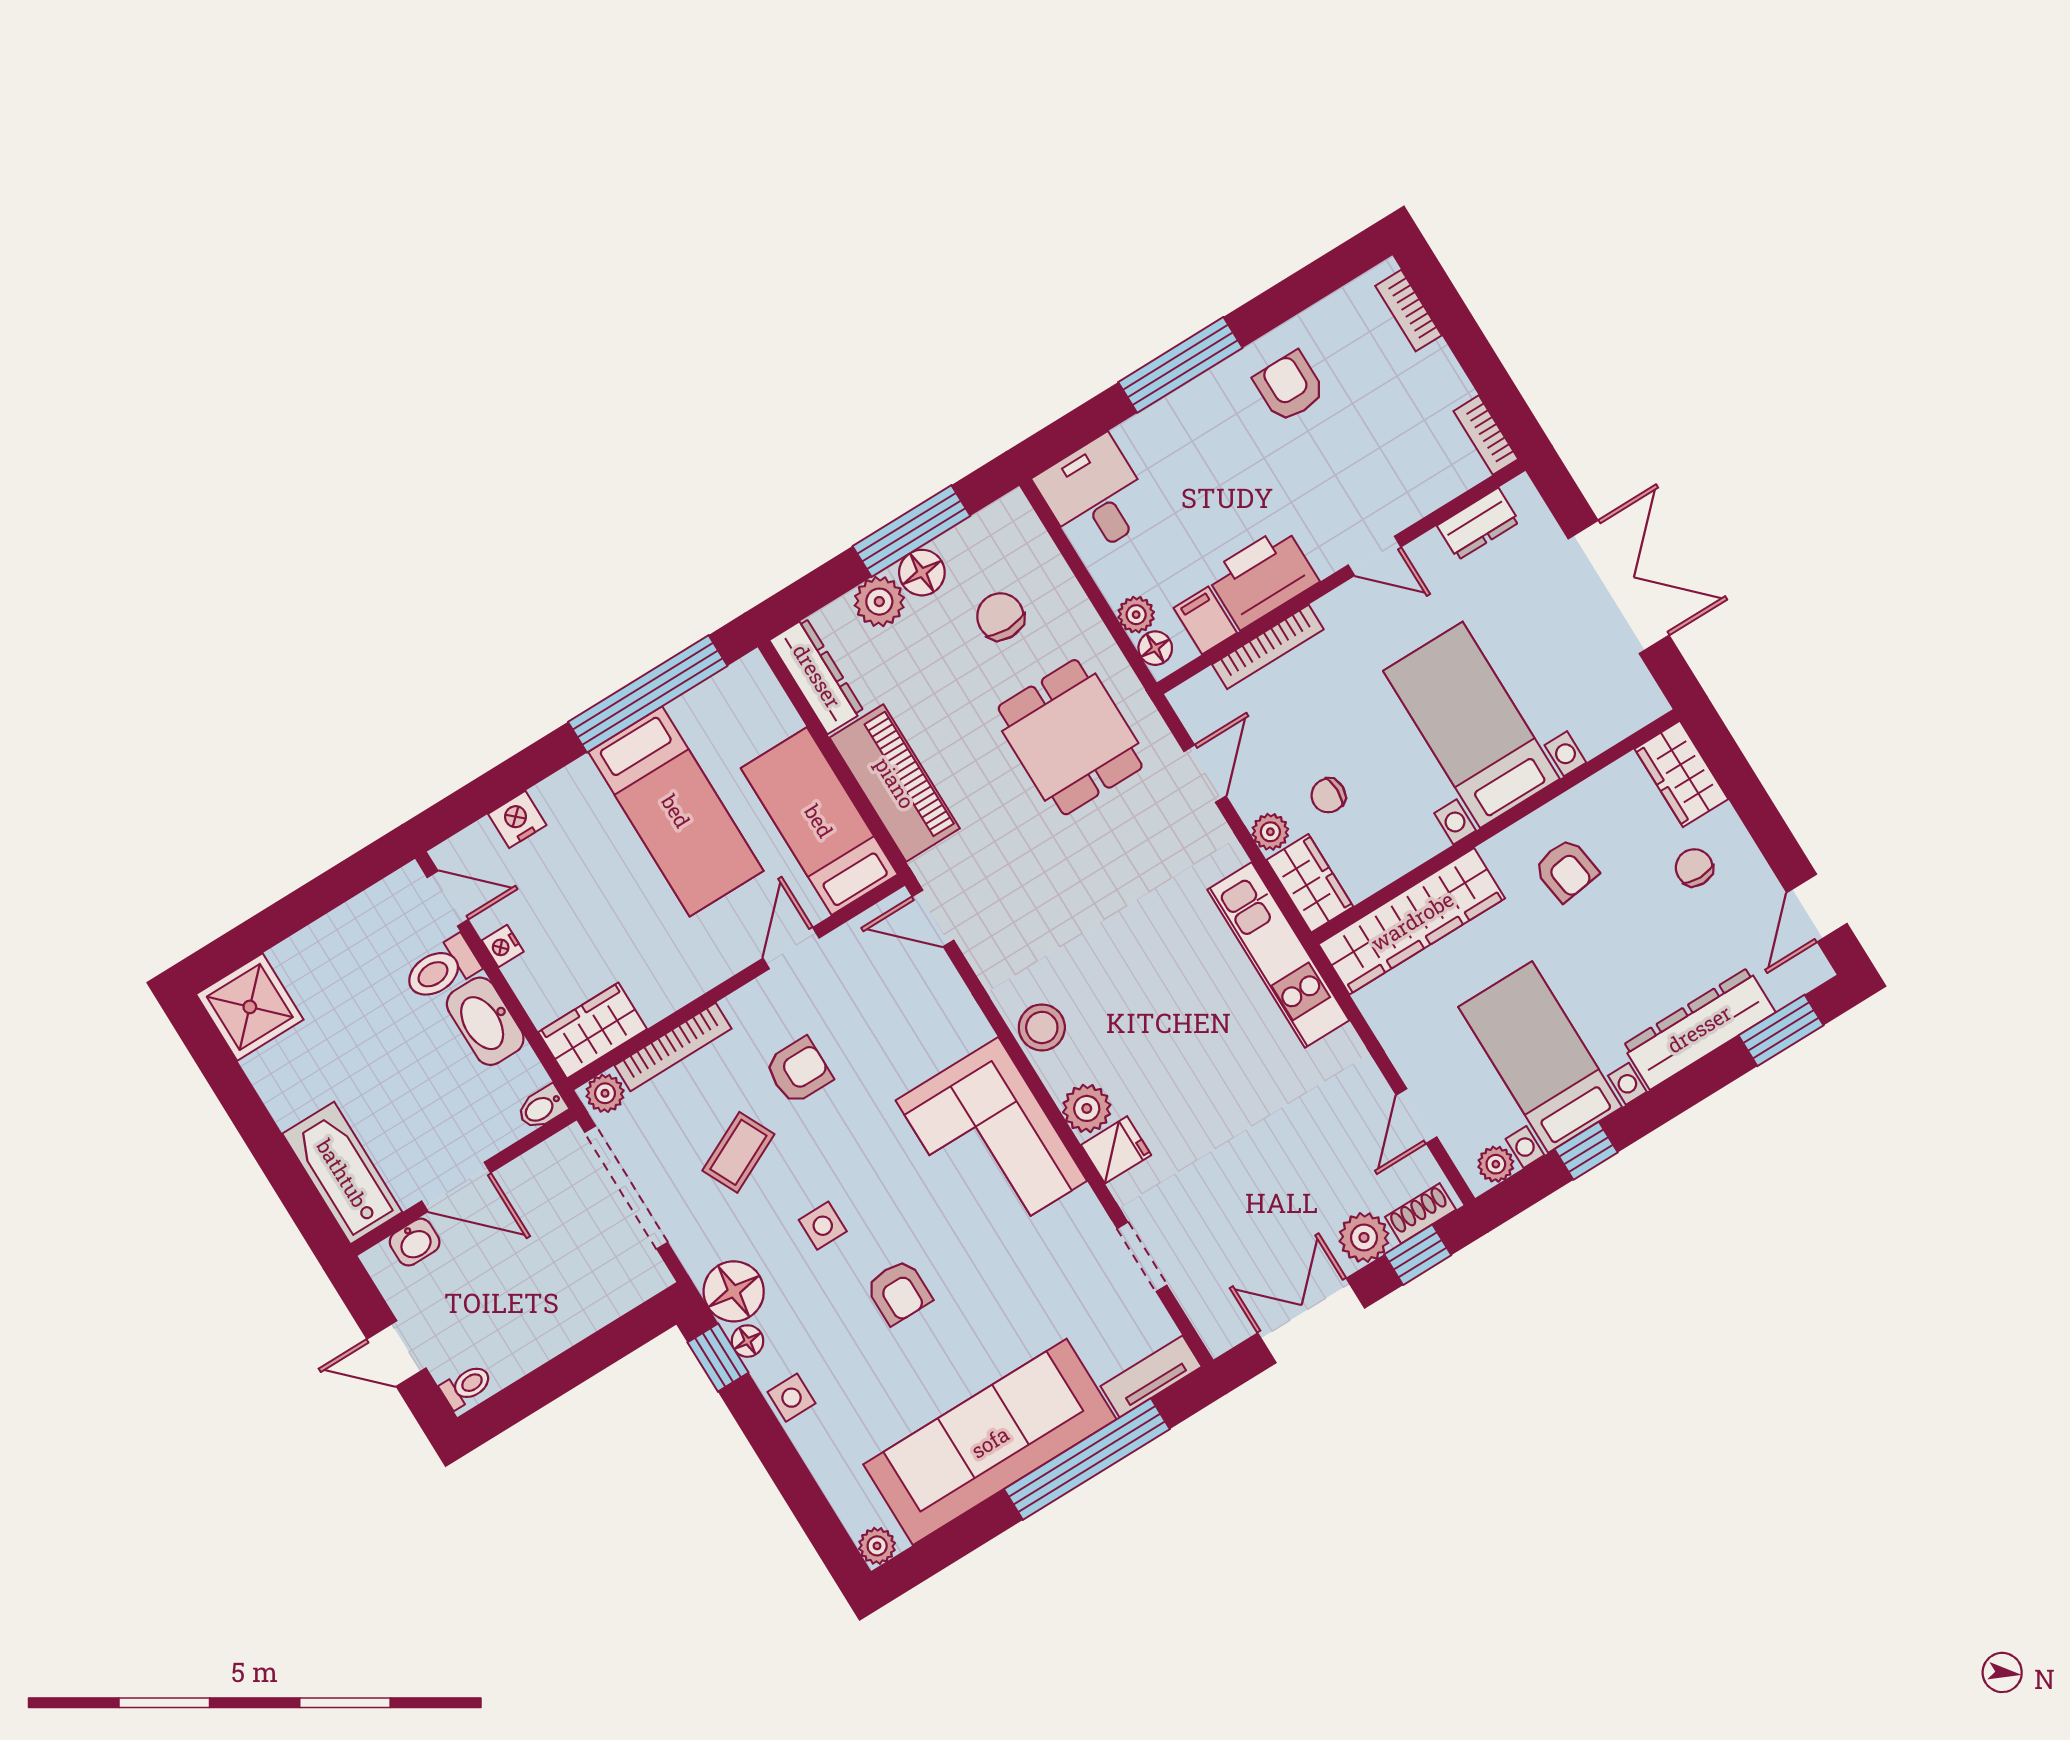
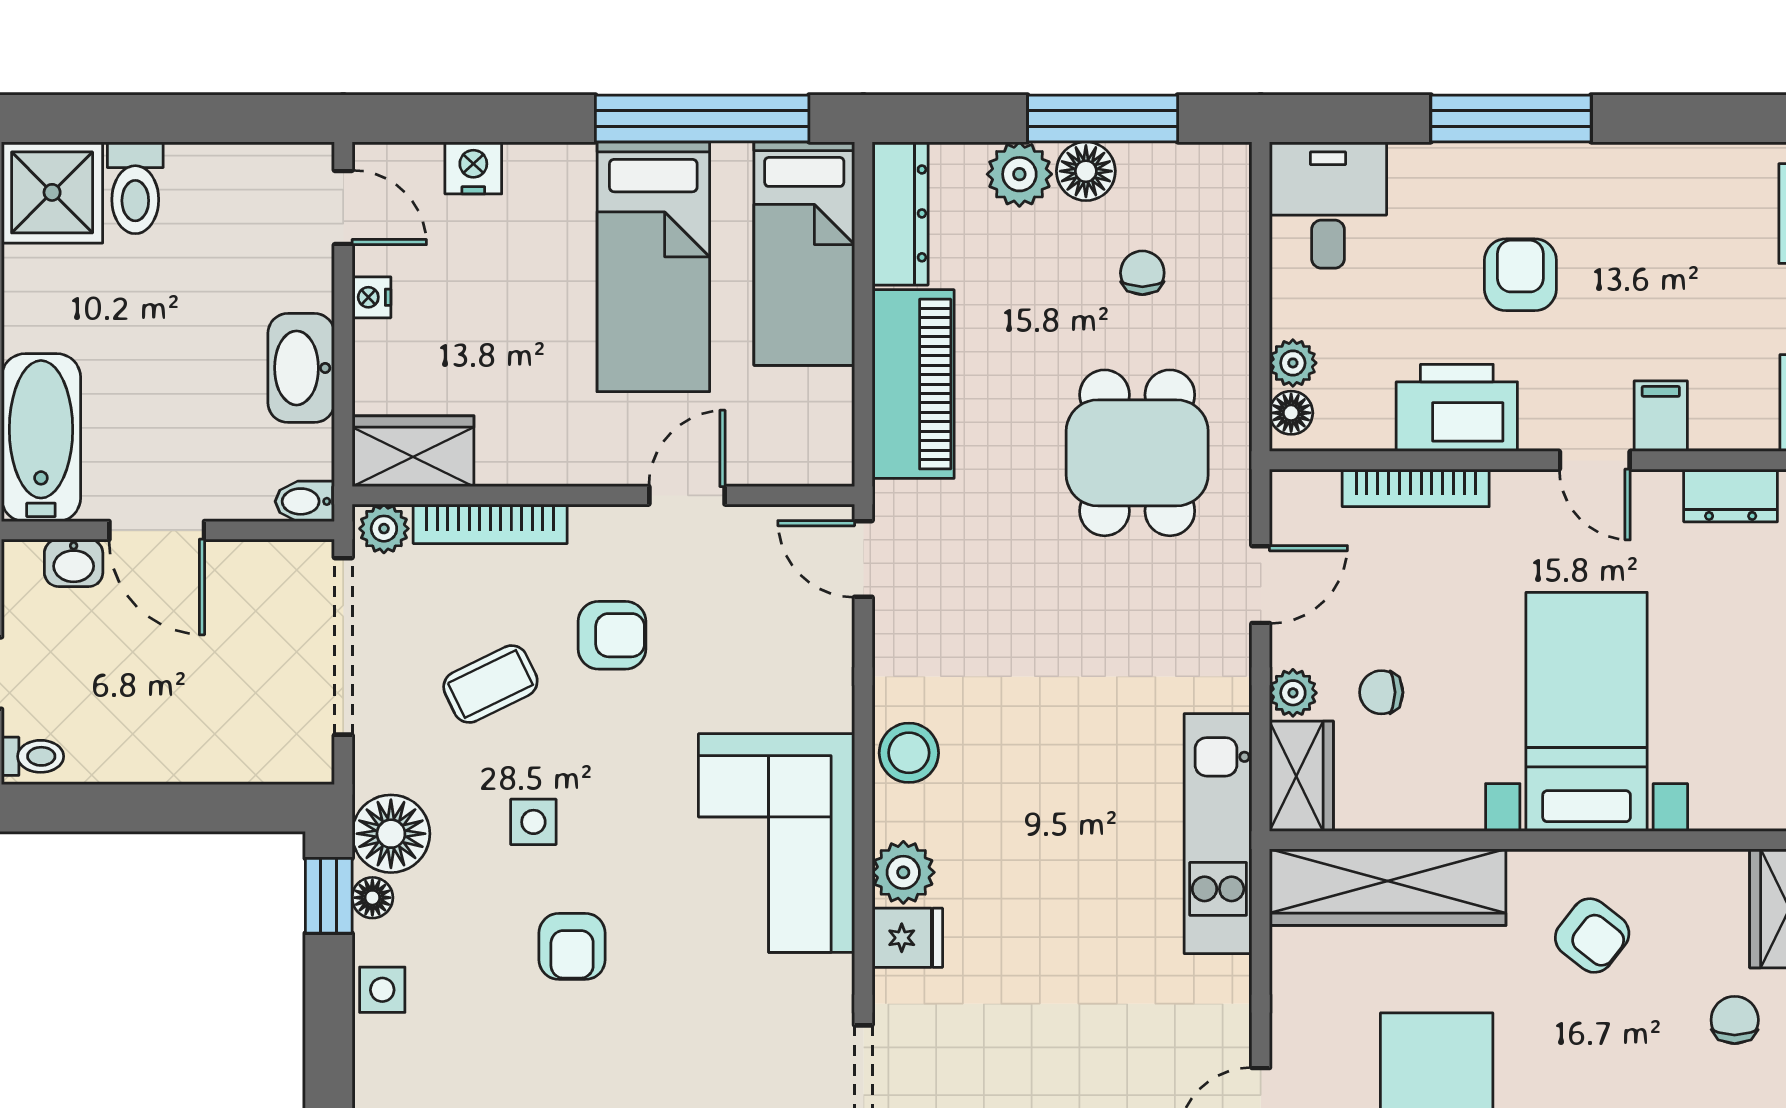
armchair: (1289, 387) -> (1520, 275), moved
chair: (1000, 617) -> (1142, 273), width x0.73, depth x0.73
filing cabinet: (1205, 620) -> (1661, 416), moved
bed: (819, 821) -> (804, 254), moved, turned 180
armchair: (1566, 870) -> (1592, 936), turned -44
toilet: (441, 969) -> (135, 188), moved, turned -90

